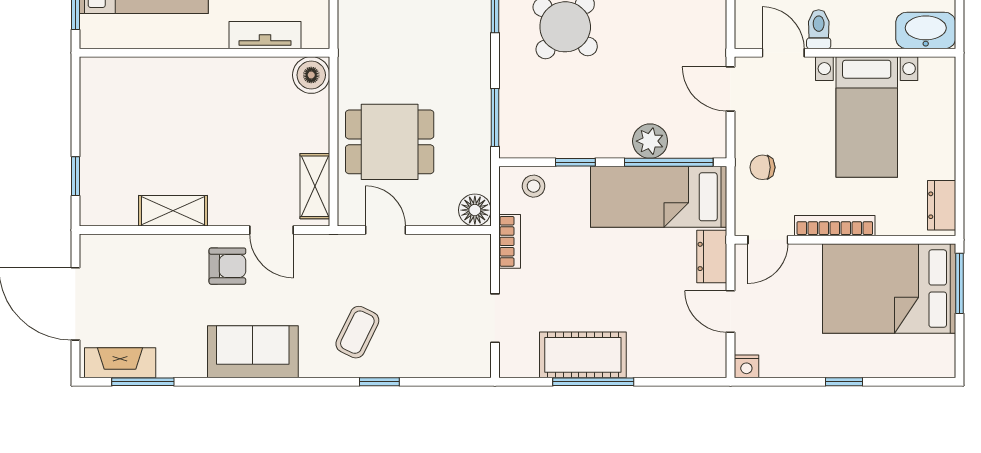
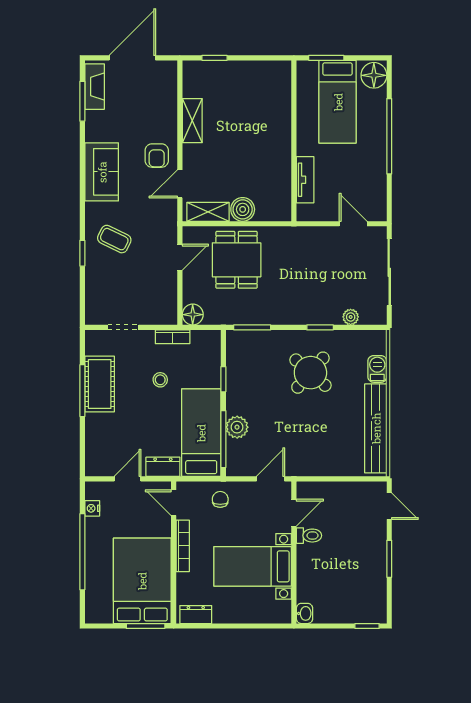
washbasin: (926, 30) -> (304, 613), width x0.52, depth x0.69
boiler: (311, 75) -> (243, 209), moved
stool: (534, 186) -> (160, 380), moved
nightstand: (746, 366) -> (92, 508), moved
window: (844, 382) -> (82, 552), width x3.17

